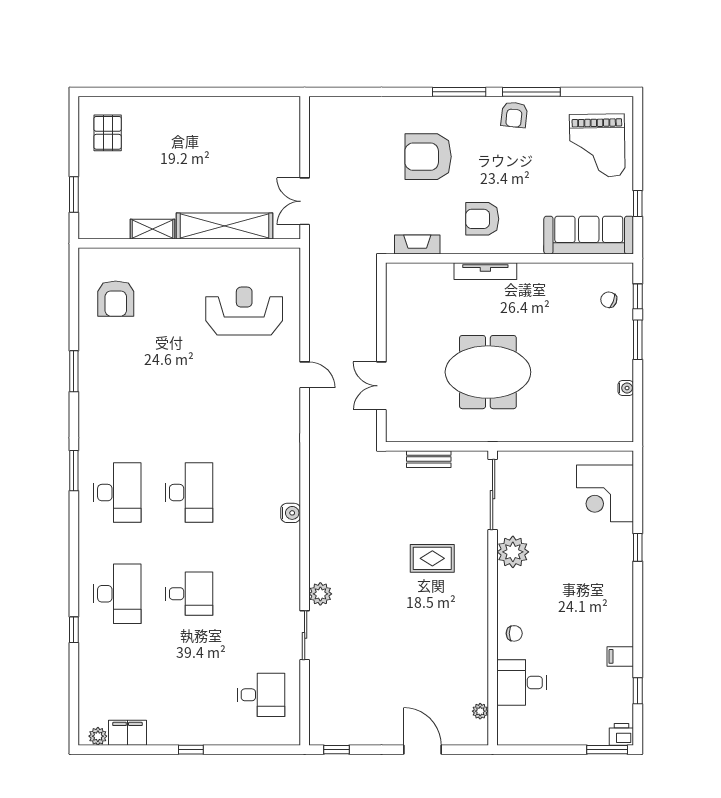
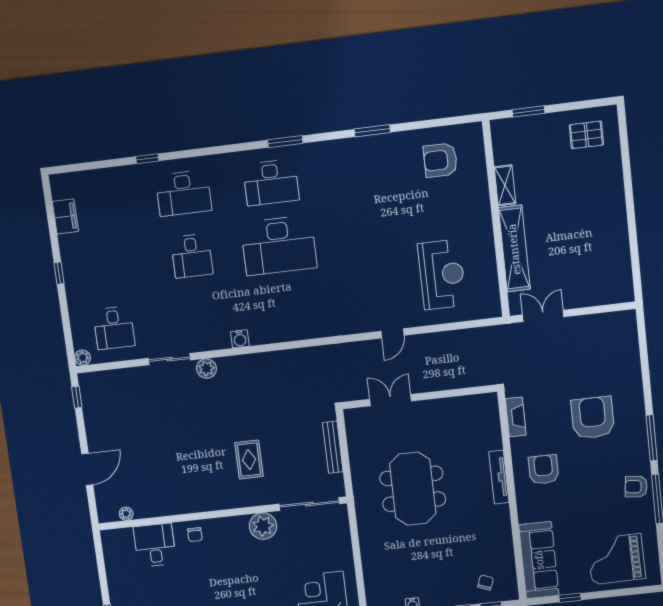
bench: (429, 459) -> (333, 447), width x1.36
desk: (189, 493) -> (279, 245), width x1.36, depth x1.30
water cooler: (291, 513) -> (240, 339), moved
plant: (98, 736) -> (83, 358), moved

